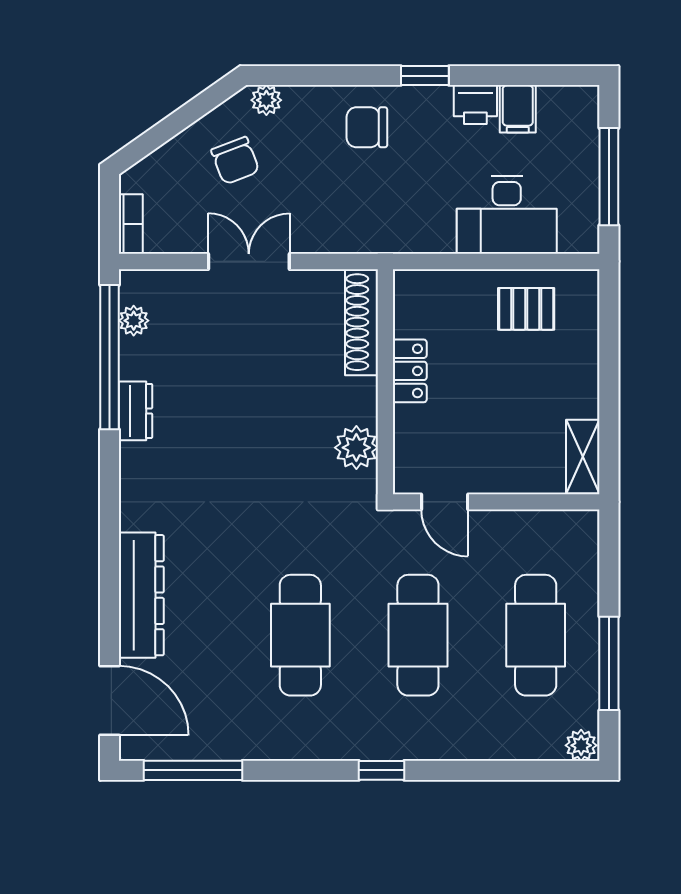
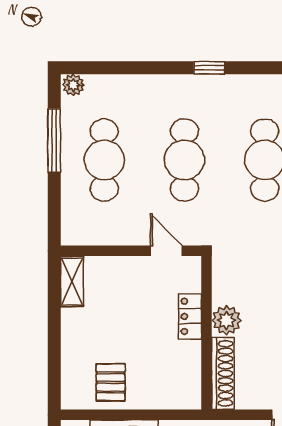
pallet: (526, 309) -> (111, 382), turned 90
locker: (410, 371) -> (190, 316), moved
plant: (356, 448) -> (226, 320), moved

